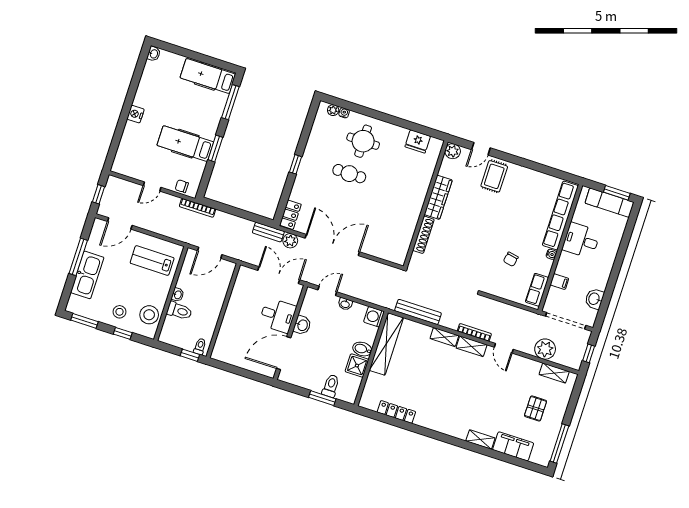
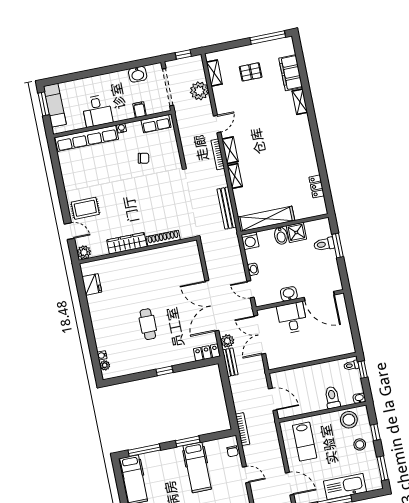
round table: (363, 141) -> (116, 328), removed
washbasin: (178, 295) -> (359, 398), moved
locker: (396, 412) -> (317, 186), width x0.66

